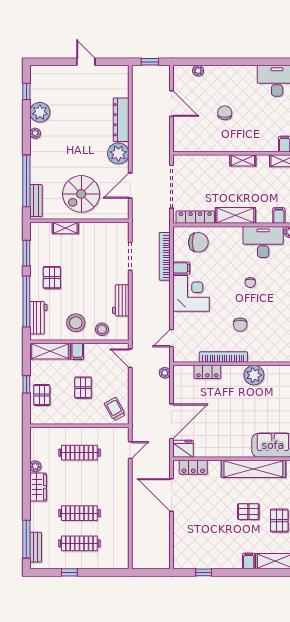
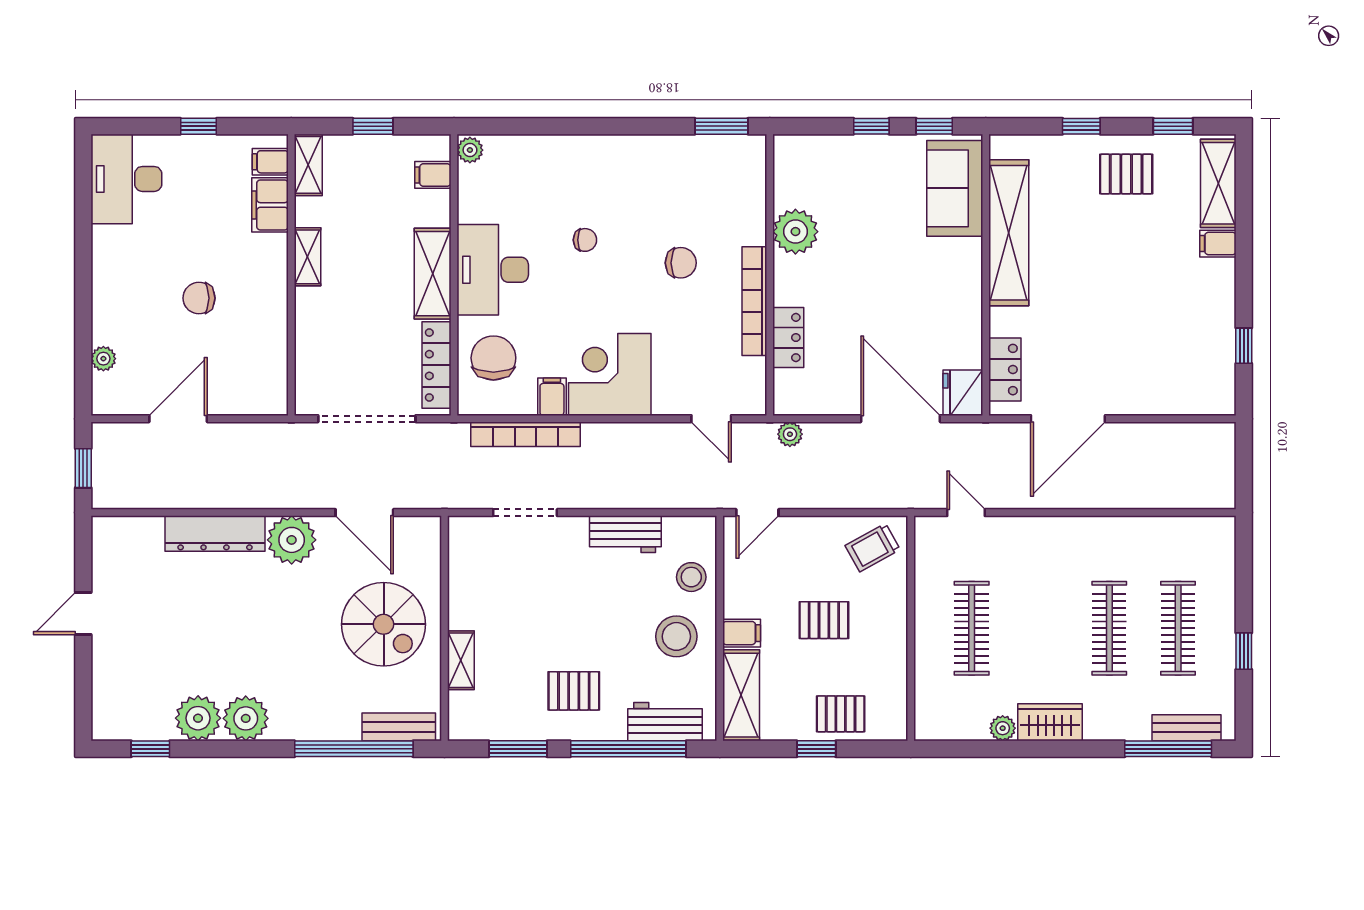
plant: (35, 133) -> (246, 718), width x1.88, depth x1.88
filing cabinet: (266, 144) -> (270, 205), added
desk: (263, 242) -> (493, 270), moved
pallet: (248, 512) -> (1106, 244), removed

